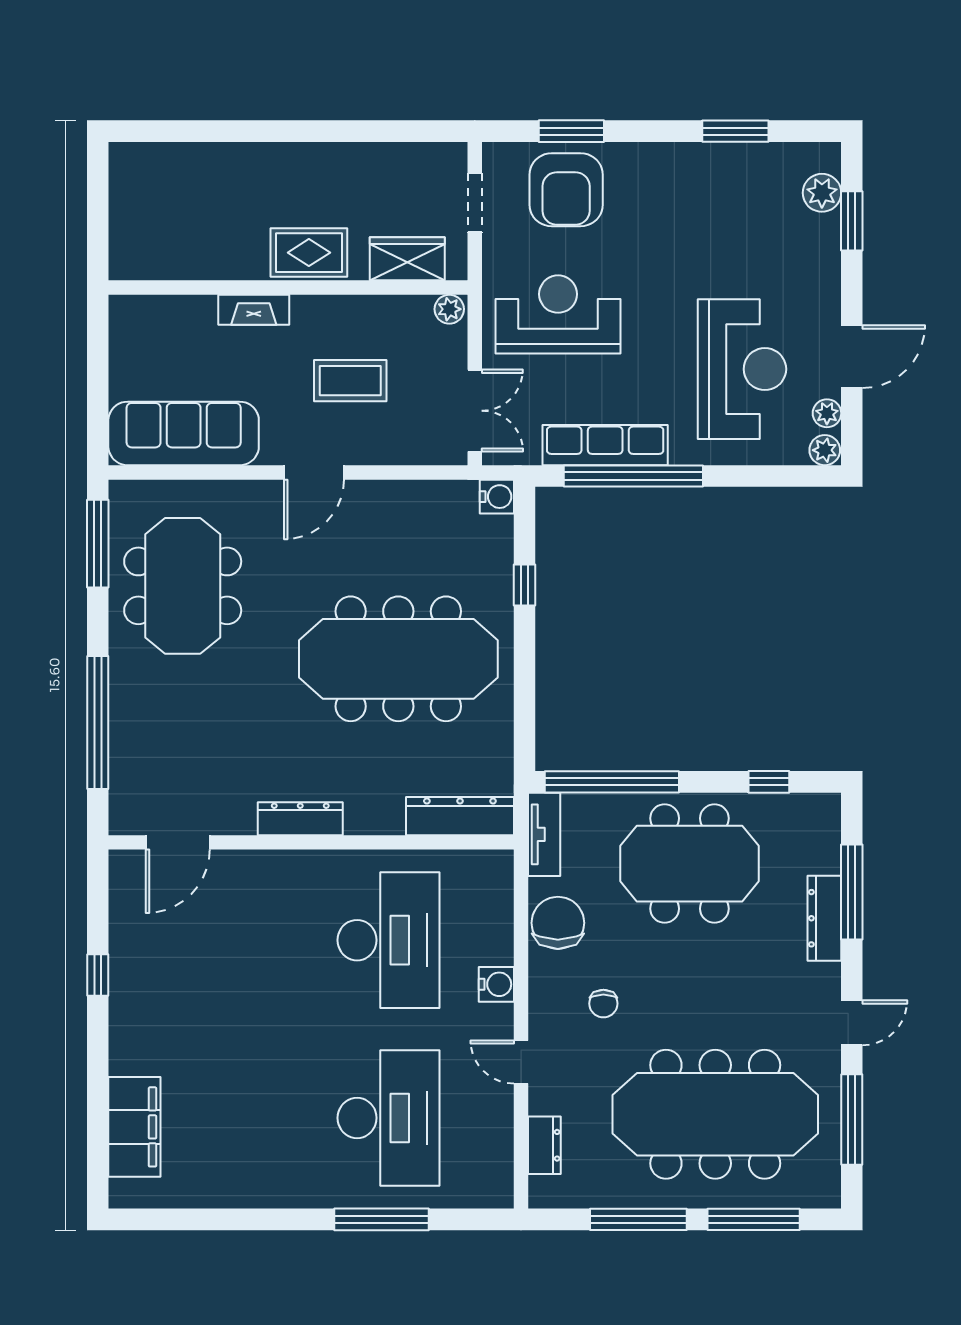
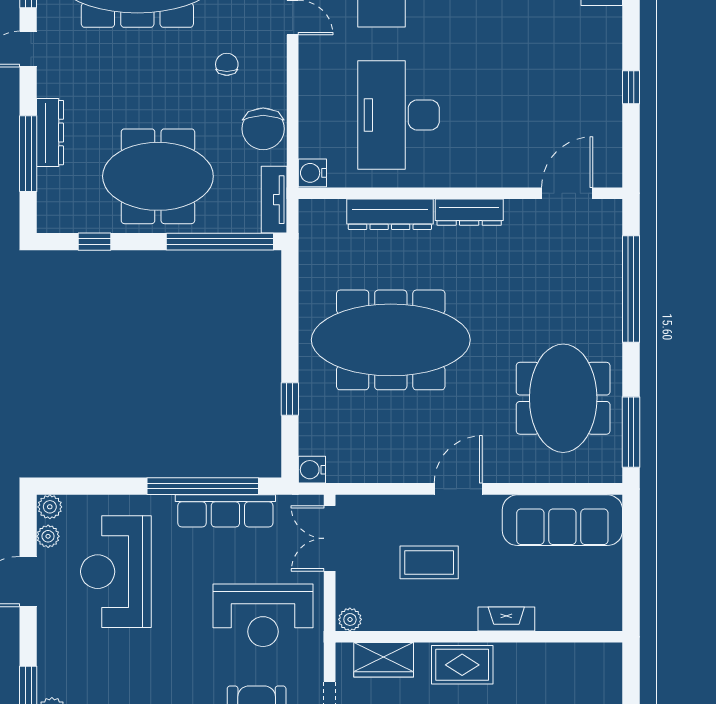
dresser: (460, 816) -> (390, 214), moved
water cooler: (496, 984) -> (312, 173), moved

